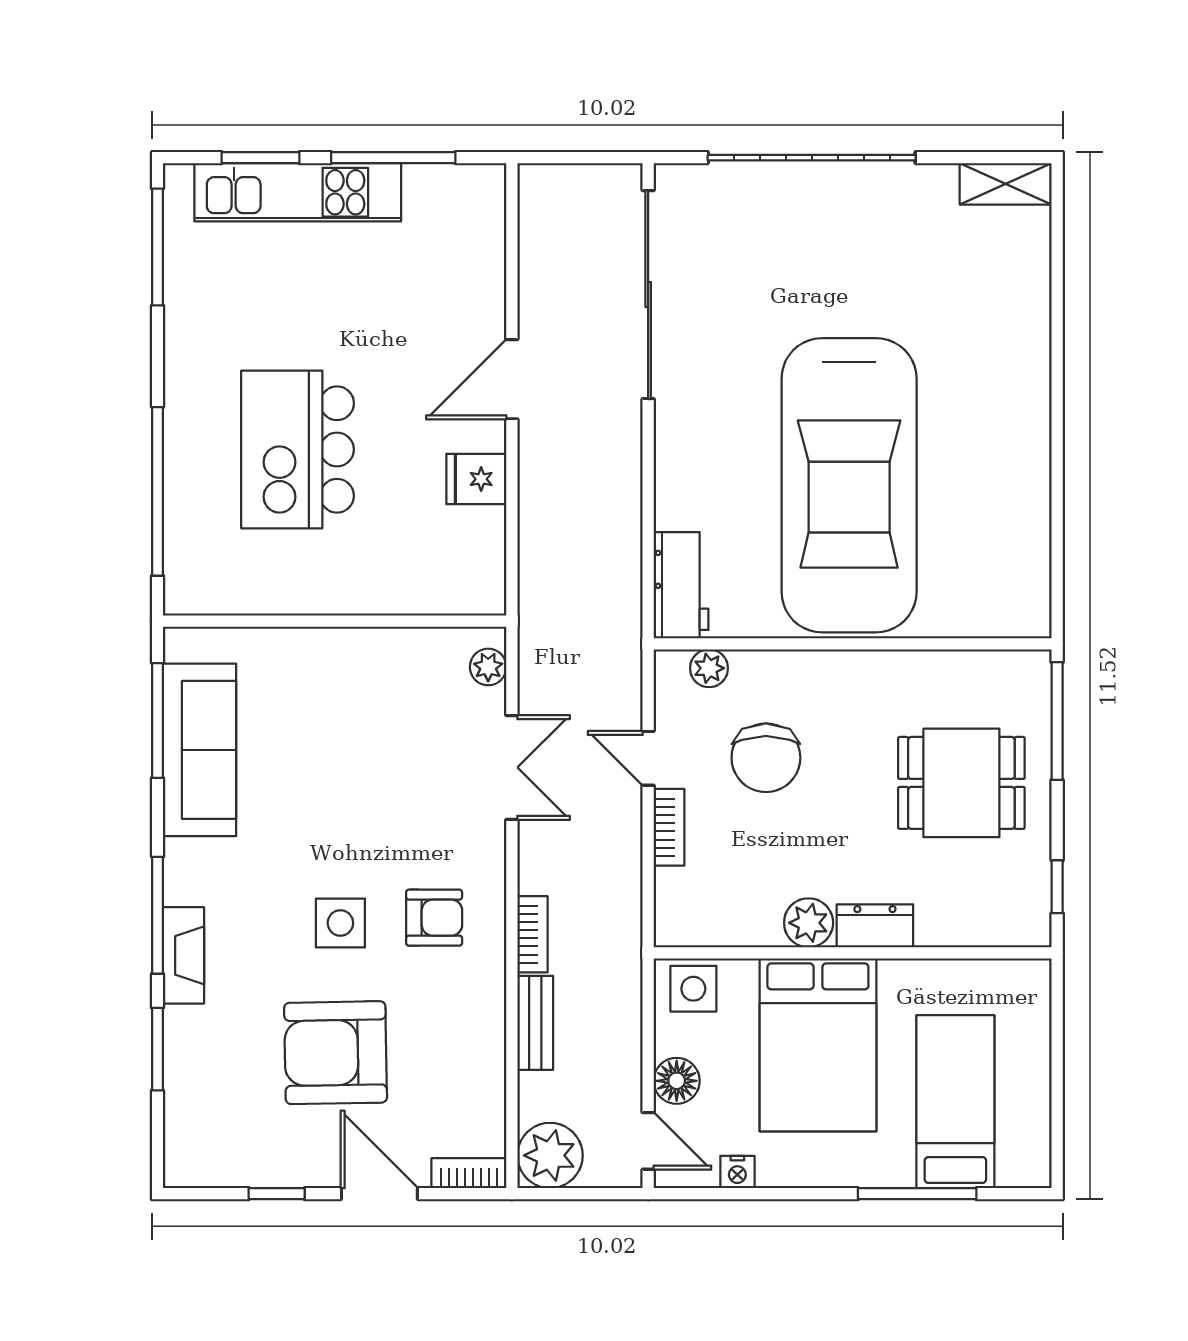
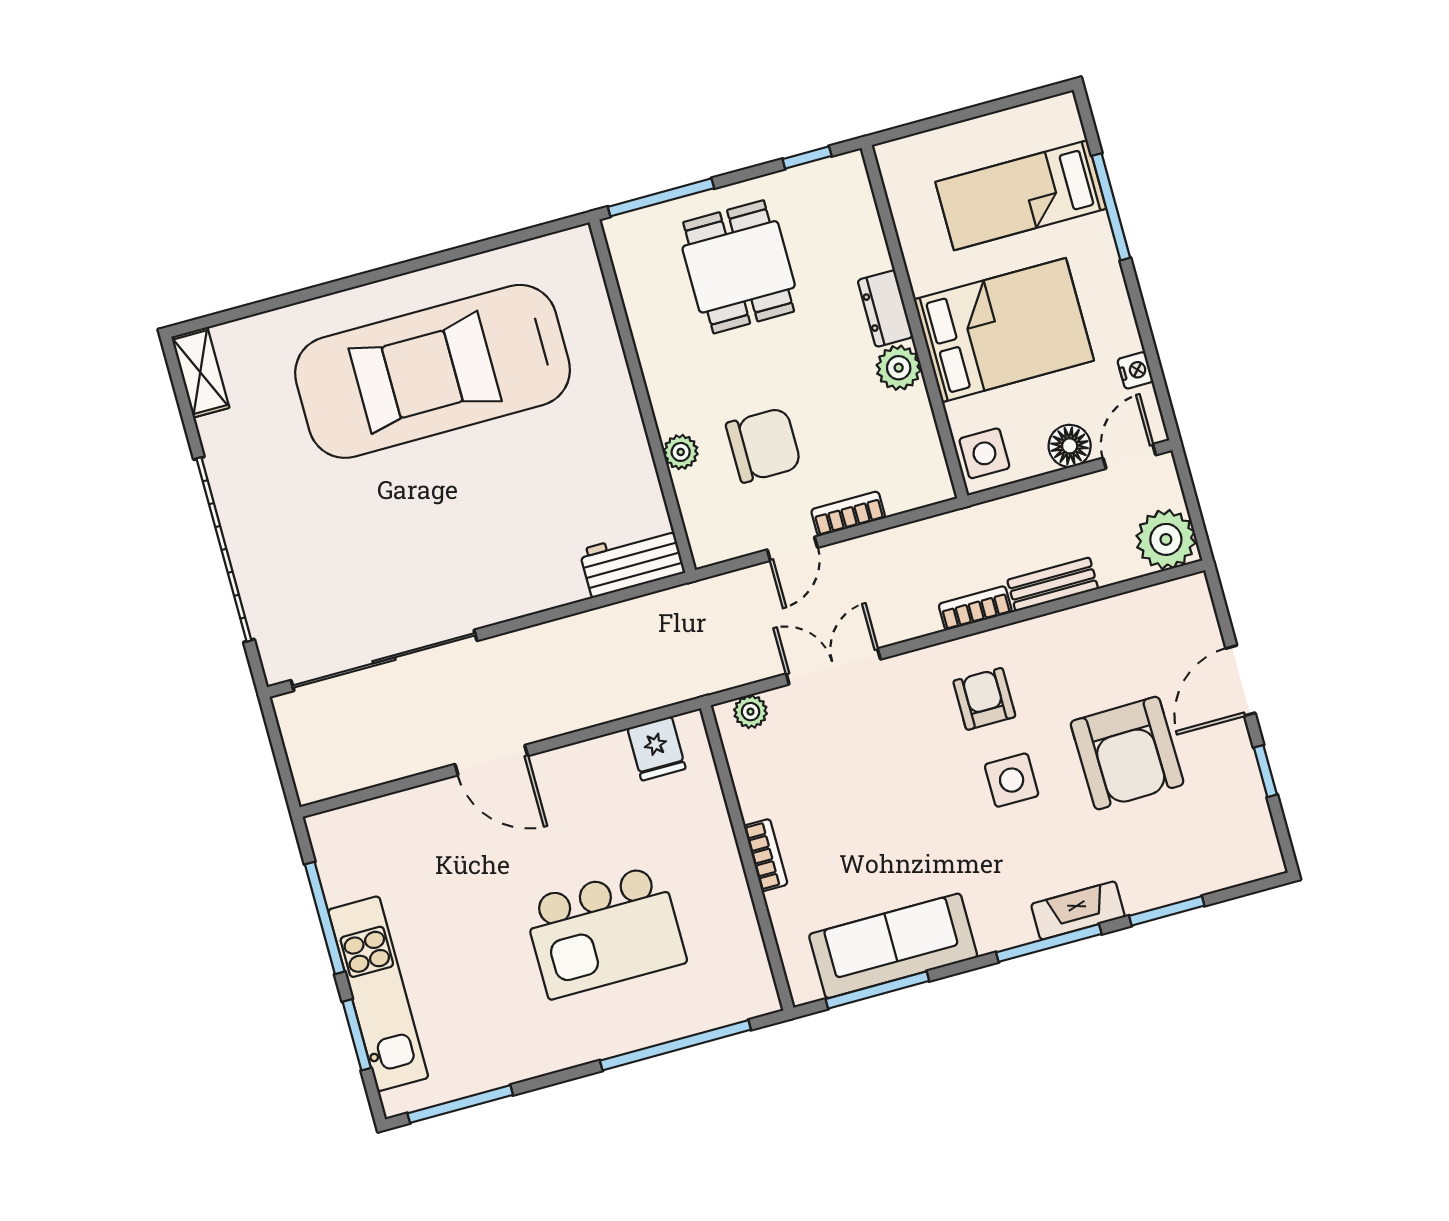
fridge: (476, 479) -> (657, 748), moved
car: (849, 485) -> (433, 371), moved, turned 180
plant: (709, 668) -> (681, 452), moved
bookcase: (469, 1173) -> (766, 855), moved, turned 180

